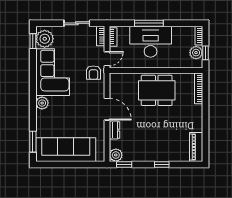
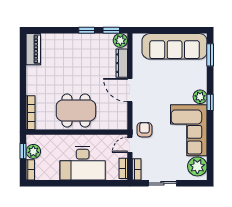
window: (149, 23) -> (84, 183), removed
window: (33, 41) -> (210, 102), moved
dresser: (114, 130) -> (122, 63), width x1.44
window: (162, 164) -> (87, 30), moved

